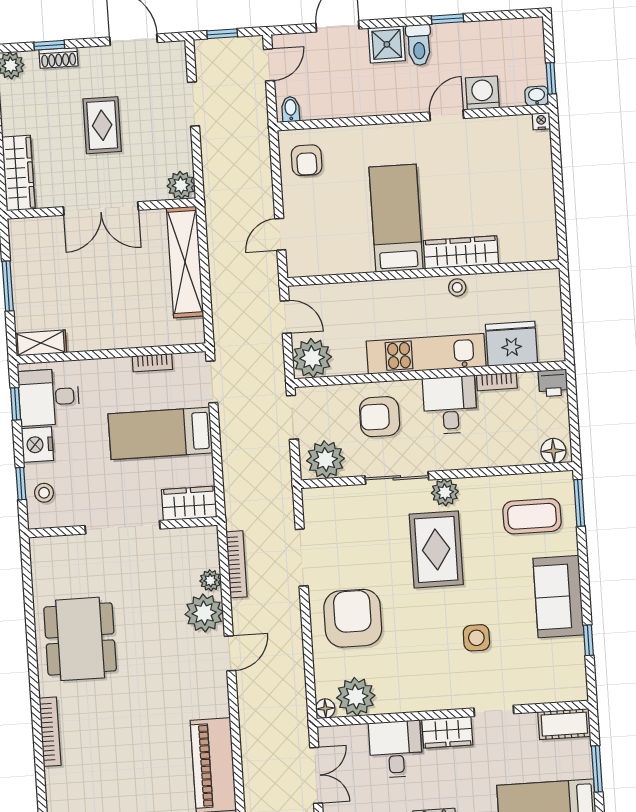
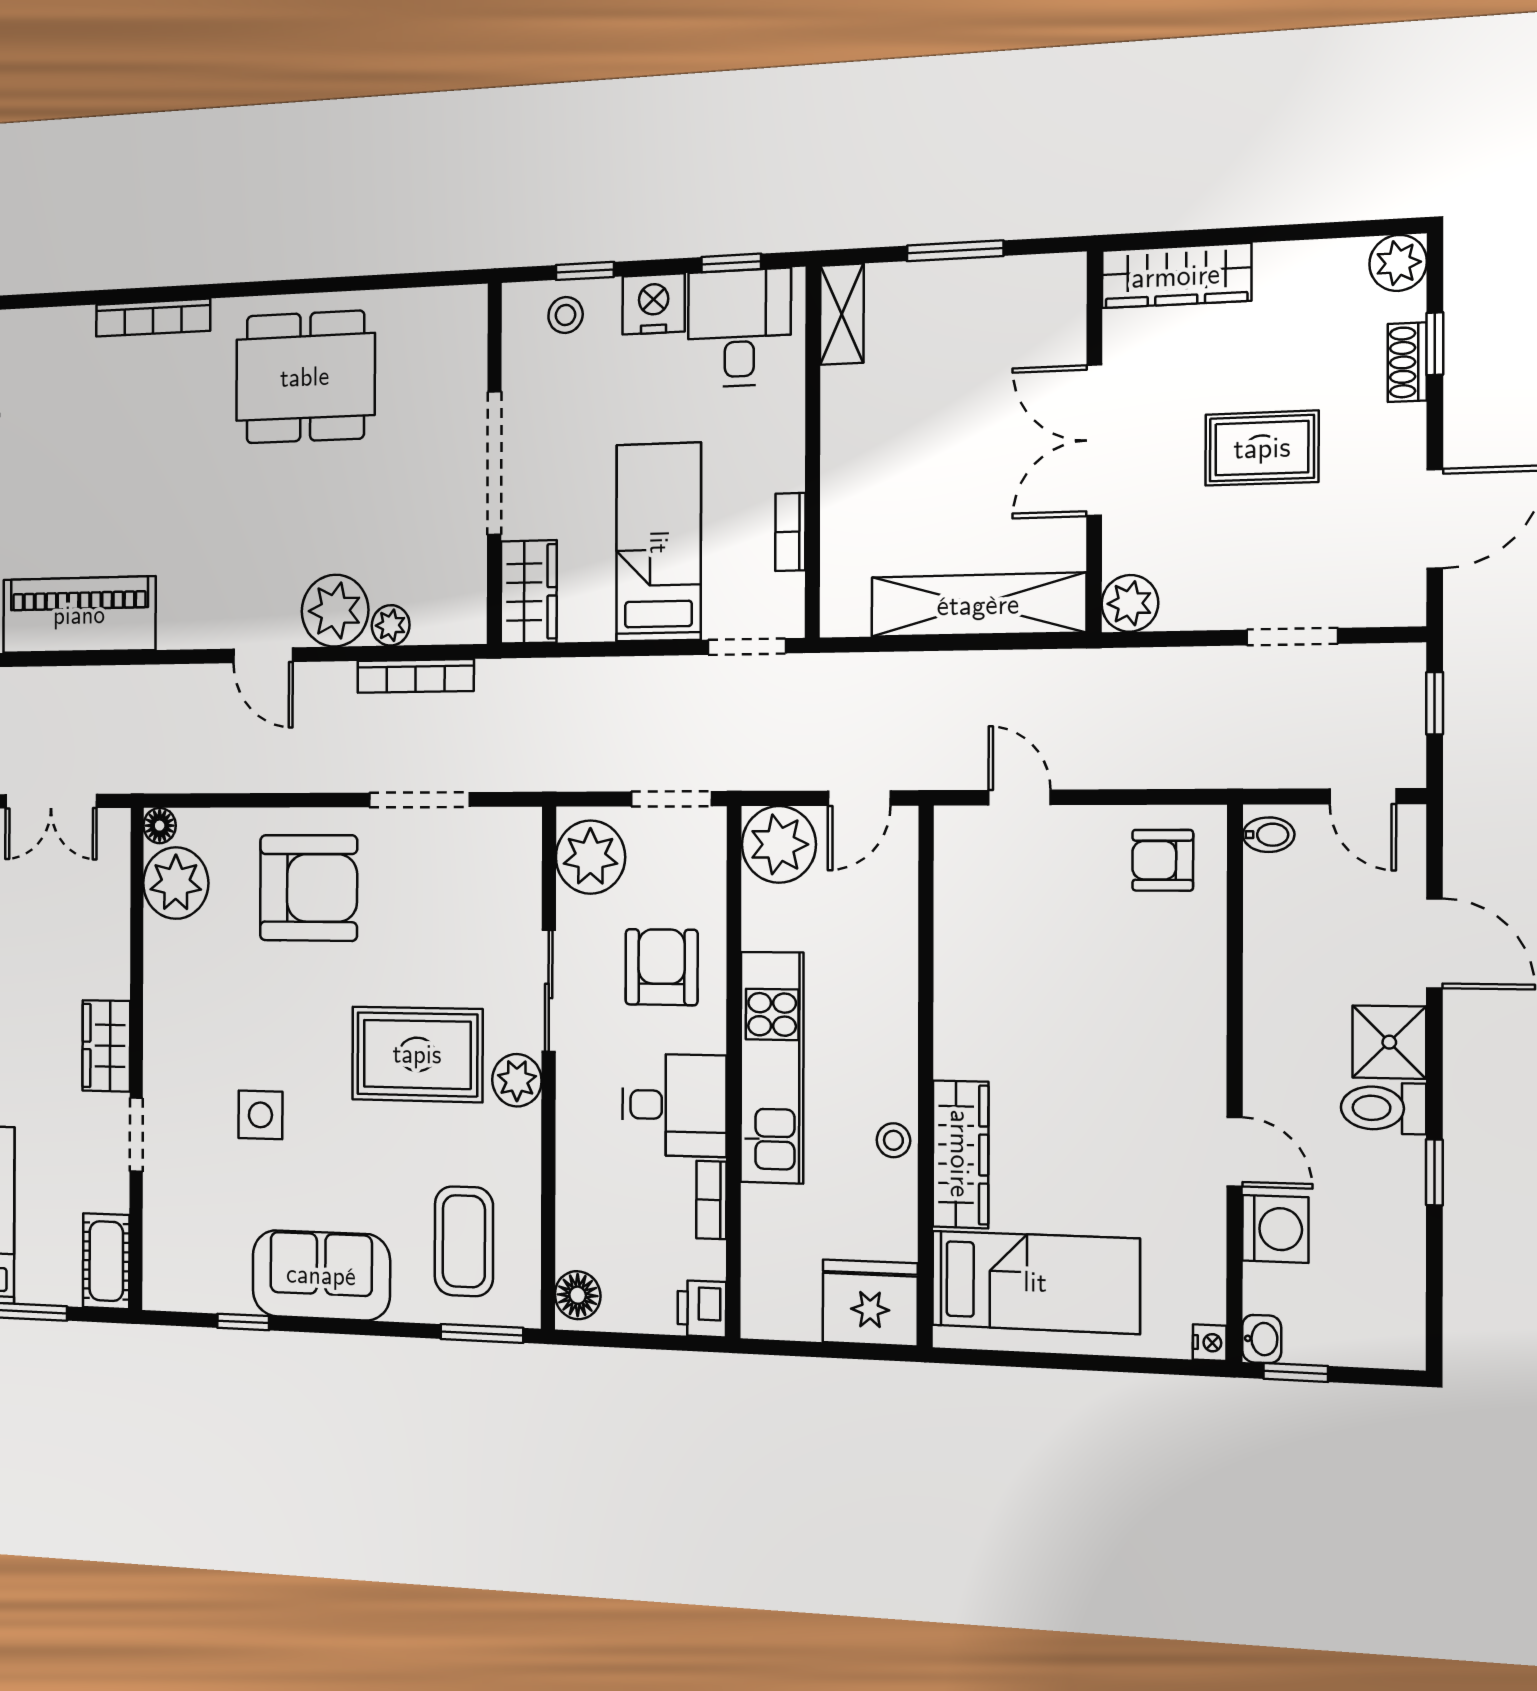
bed: (396, 218) -> (1035, 1282), moved
fridge: (511, 344) -> (870, 1303), moved, turned -90
desk: (396, 749) -> (85, 949), removed

